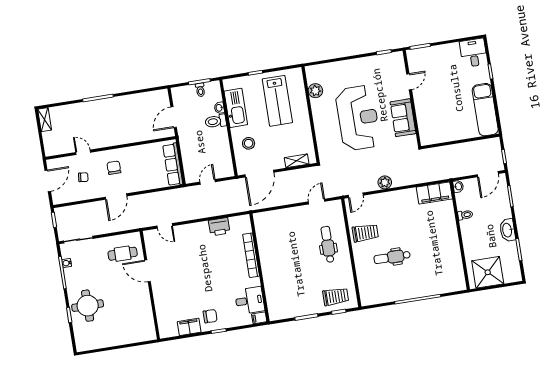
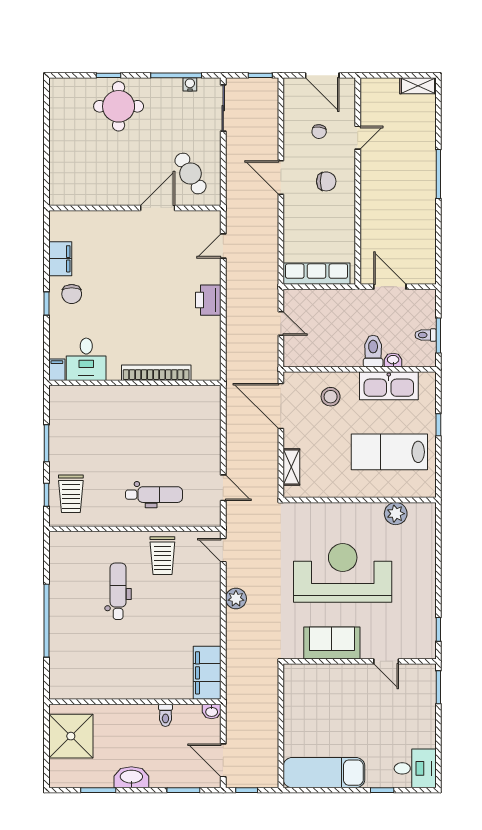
reception desk: (358, 118) -> (343, 573), turned 180
printer: (219, 227) -> (208, 300), moved
cafe table: (123, 254) -> (190, 173), turned -31

